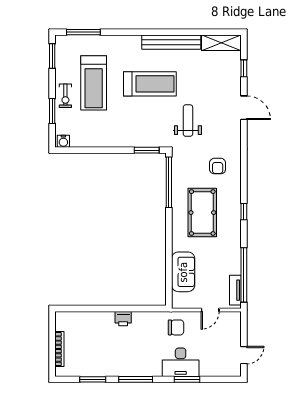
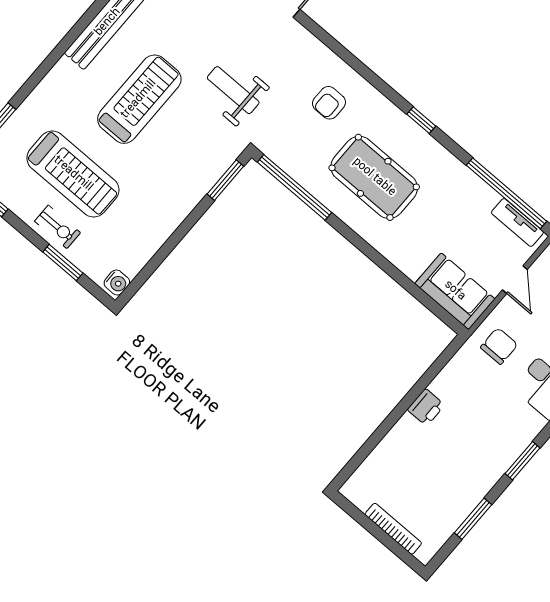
armchair: (218, 166) -> (329, 103), turned 90
sofa: (183, 272) -> (455, 291), moved
window: (136, 379) -> (523, 461), width x0.69

